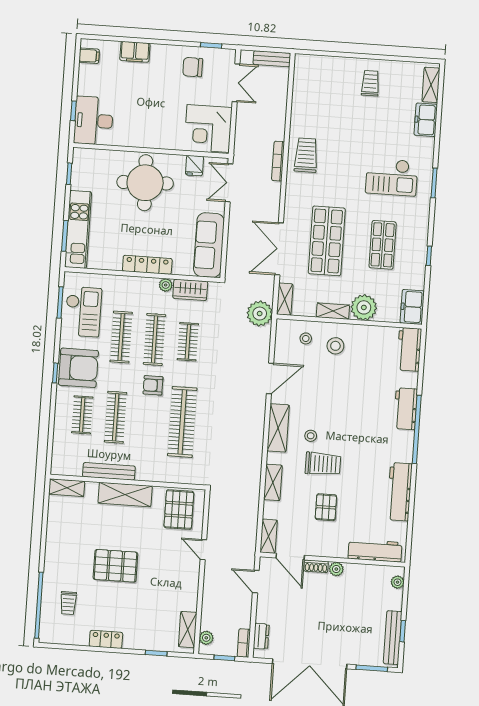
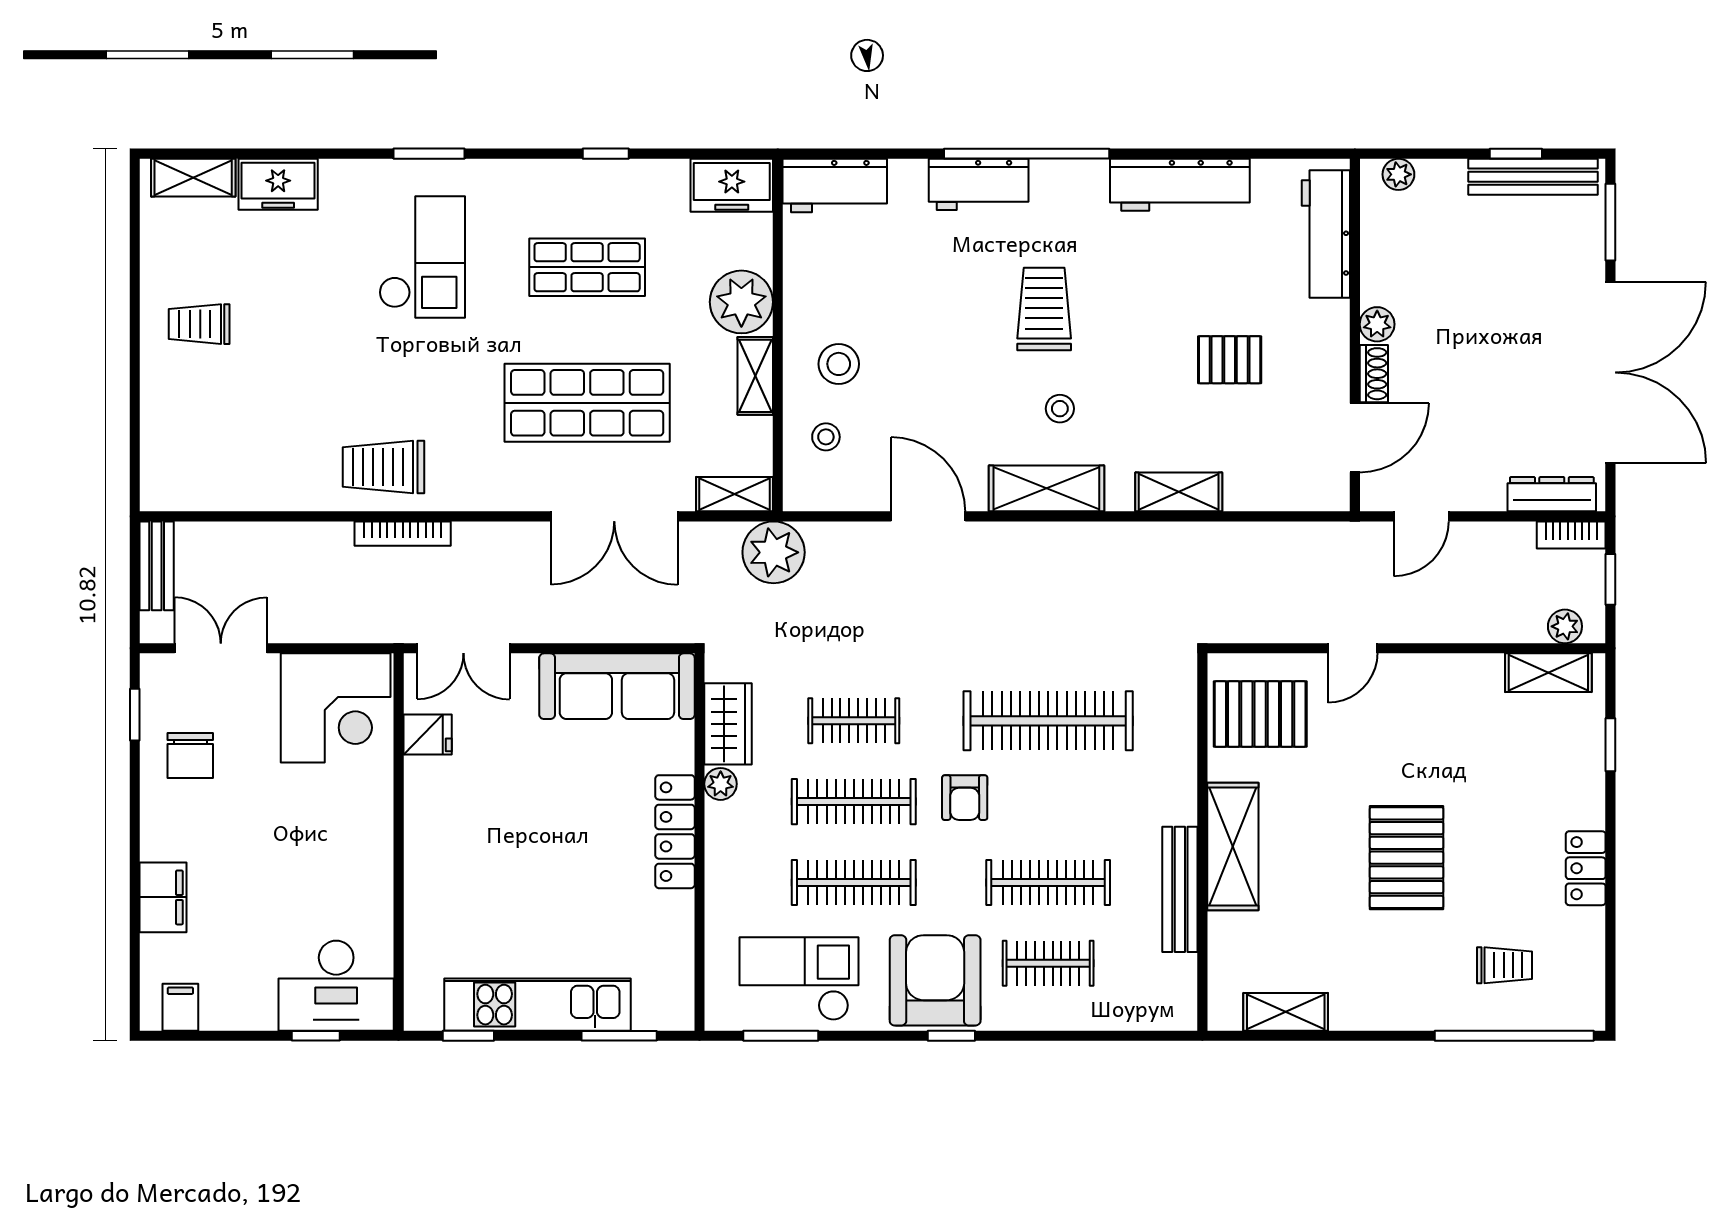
round table: (145, 183) -> (477, 851), removed
kitchen unit: (78, 229) -> (537, 1005), moved
trolley: (323, 464) -> (1044, 309), moved
shelving: (67, 488) -> (1286, 1012), moved, turned 90
shelving: (269, 536) -> (1309, 493), removed
dresser: (261, 636) -> (1552, 494), width x1.44

